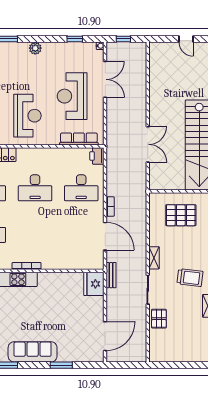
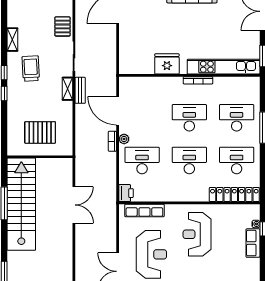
double door: (148, 144) -> (74, 205), swing flipped
plant: (99, 209) -> (124, 139), added
desk: (35, 229) -> (189, 118), added
bench: (111, 275) -> (80, 90), moved
trolley: (190, 278) -> (31, 69), turned 80
fridge: (94, 284) -> (167, 64), moved, turned -90

